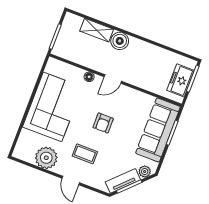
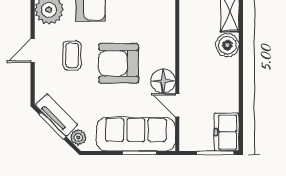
floor lamp: (89, 77) -> (163, 81), moved, width x1.89, depth x1.89
door: (113, 79) -> (177, 105), moved
freezer: (181, 80) -> (227, 132), moved, turned -90
armchair: (103, 123) -> (119, 63), width x1.88, depth x1.88

